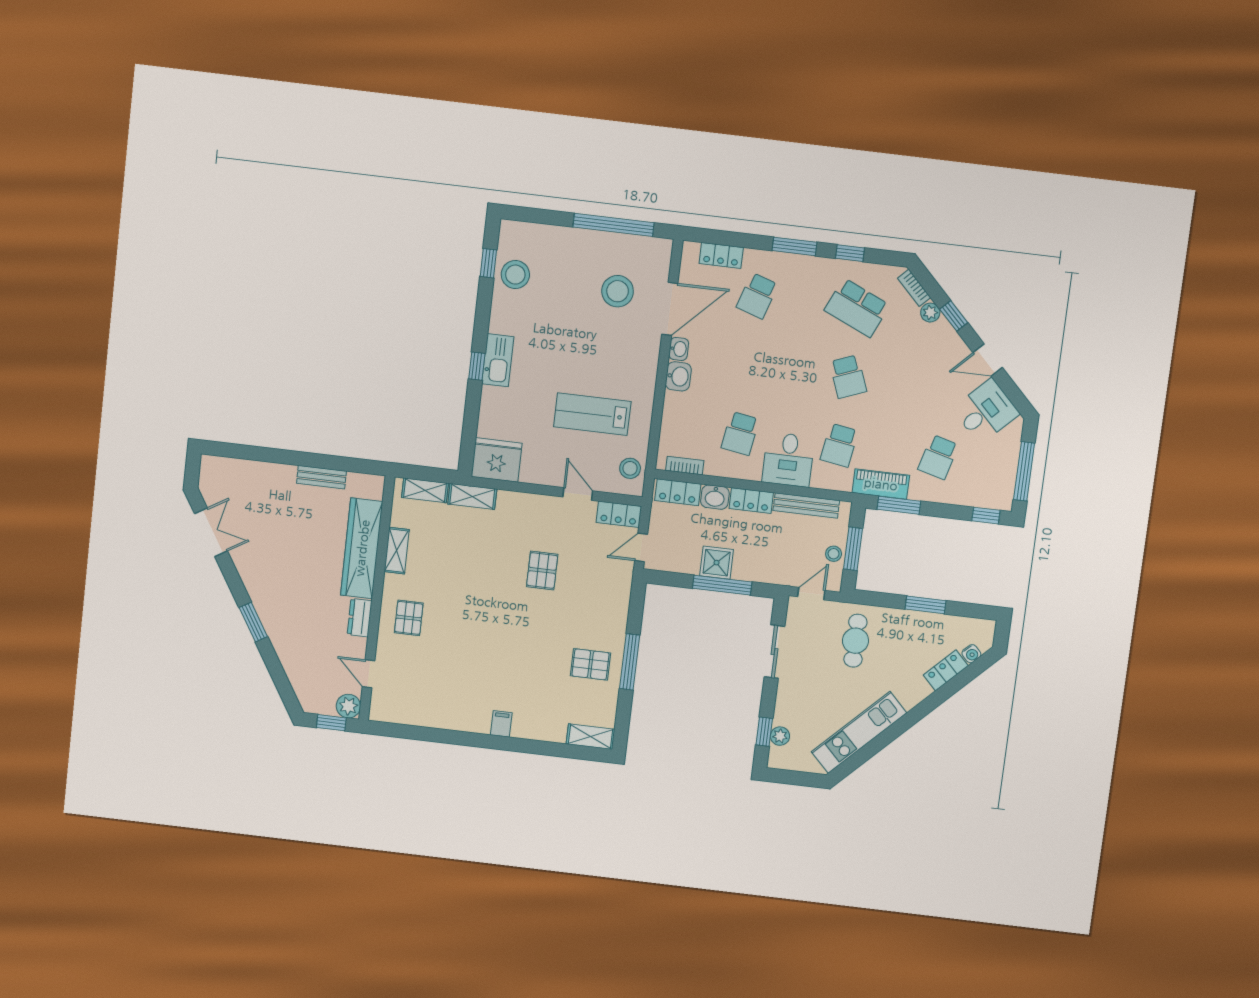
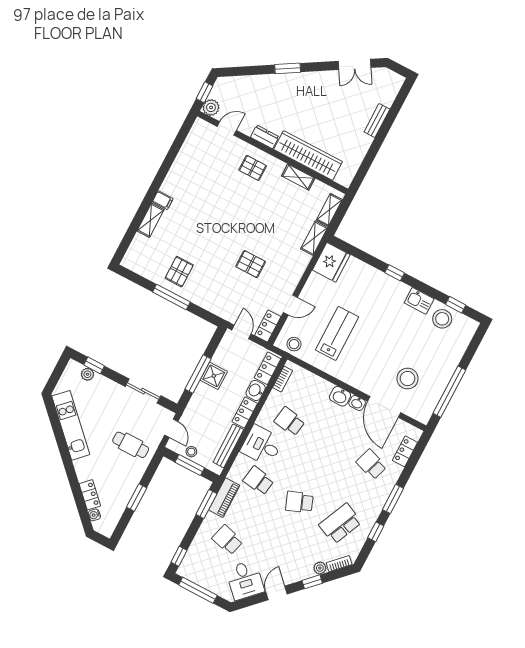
kitchen sink: (498, 360) -> (419, 301), moved, width x0.73
bench: (321, 477) -> (377, 121), moved
shelving: (591, 737) -> (151, 220), moved

